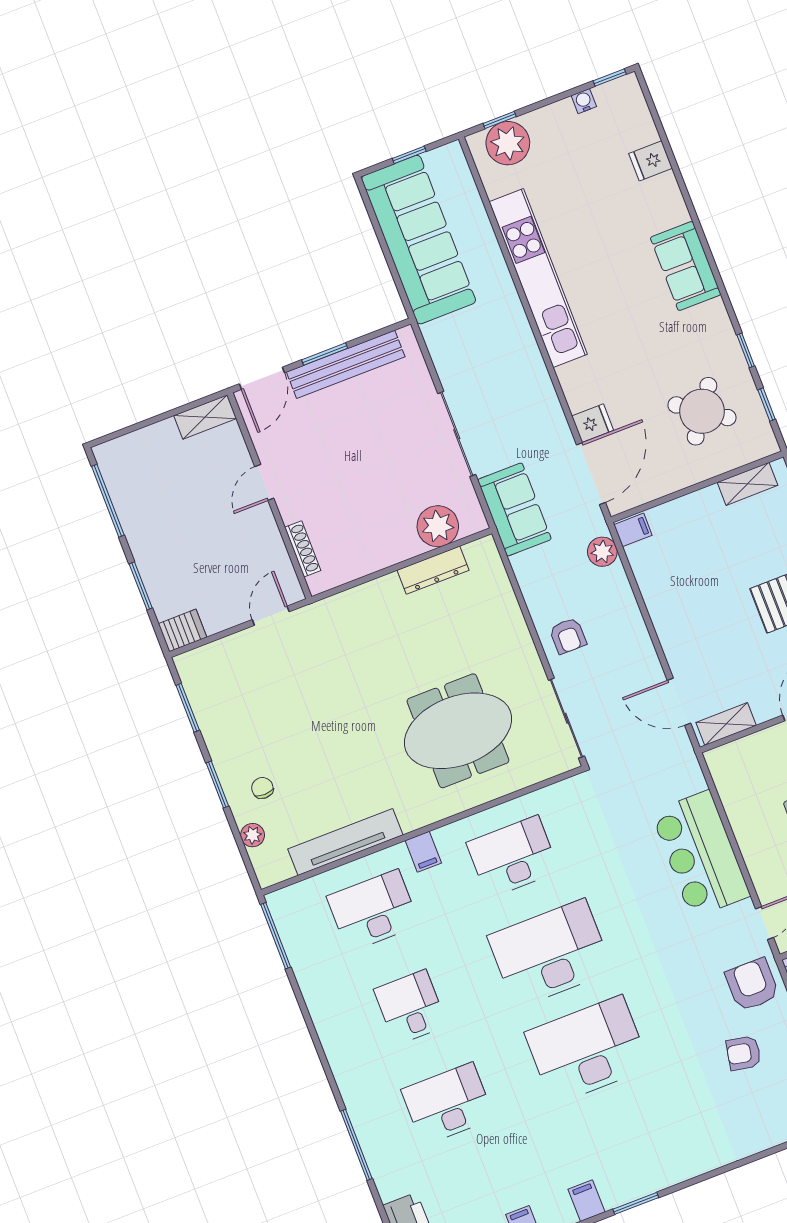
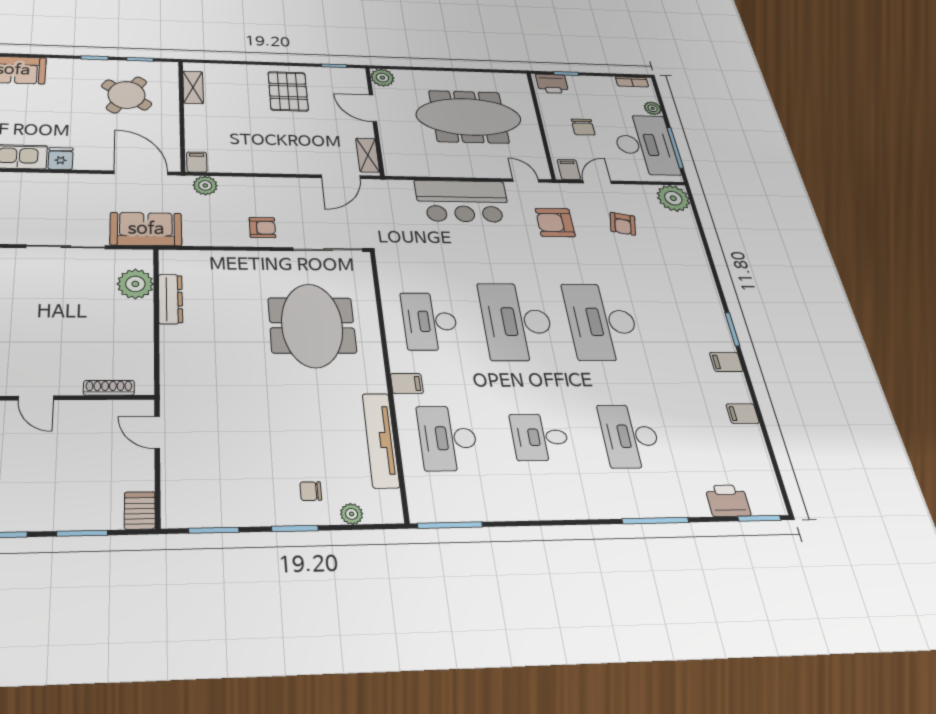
fridge: (593, 423) -> (61, 159), moved
armchair: (752, 985) -> (555, 223), moved

